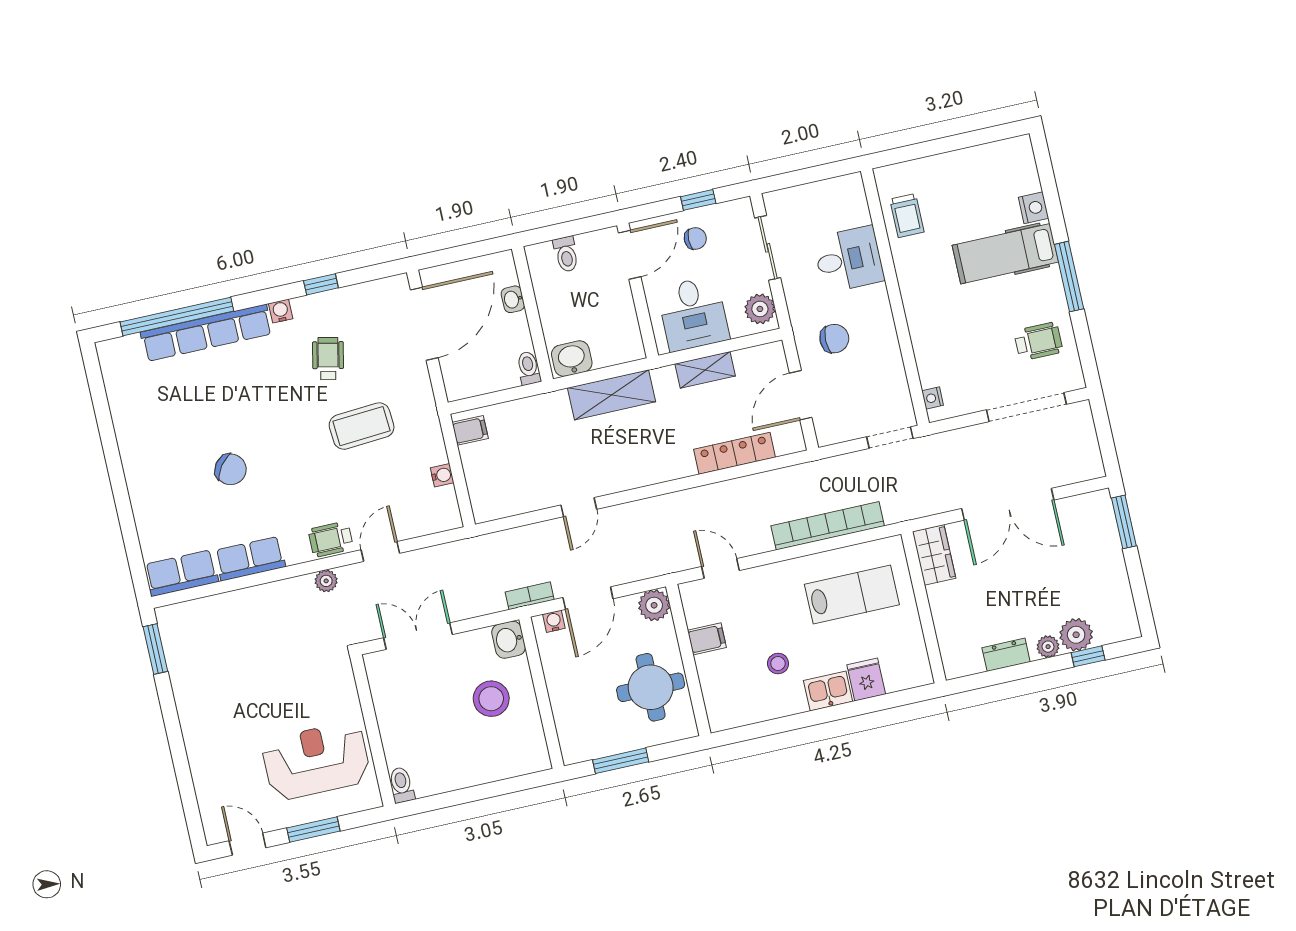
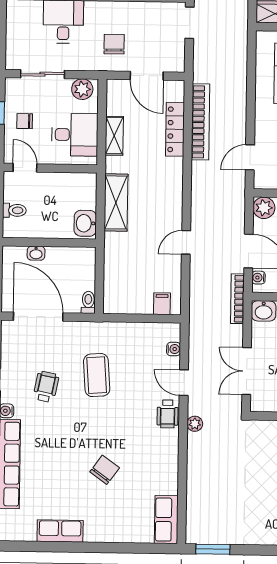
chair: (695, 238) -> (25, 121), turned -90
door: (630, 255) -> (25, 168), width x0.73
wheelchair: (328, 359) -> (46, 387), turned 89
toilet: (529, 368) -> (88, 302), moved, turned 90
filing cabinet: (470, 430) -> (162, 304), moved
water cooler: (442, 475) -> (174, 349), moved, turned 90
door: (579, 507) -> (186, 242), swing flipped
bookcase: (828, 526) -> (200, 122), moved, turned 180
row of seats: (250, 559) -> (60, 531), moved, turned 90
bookcase: (530, 596) -> (237, 299), width x1.56

